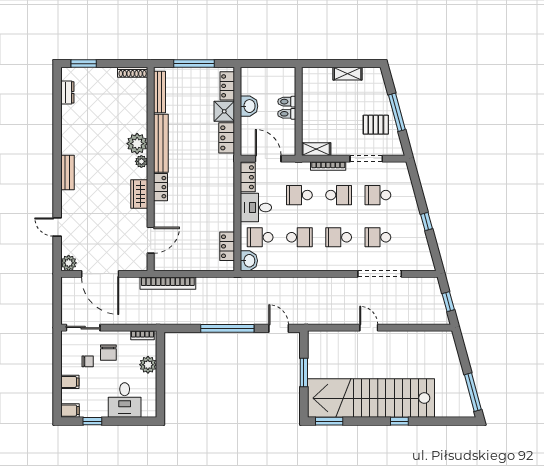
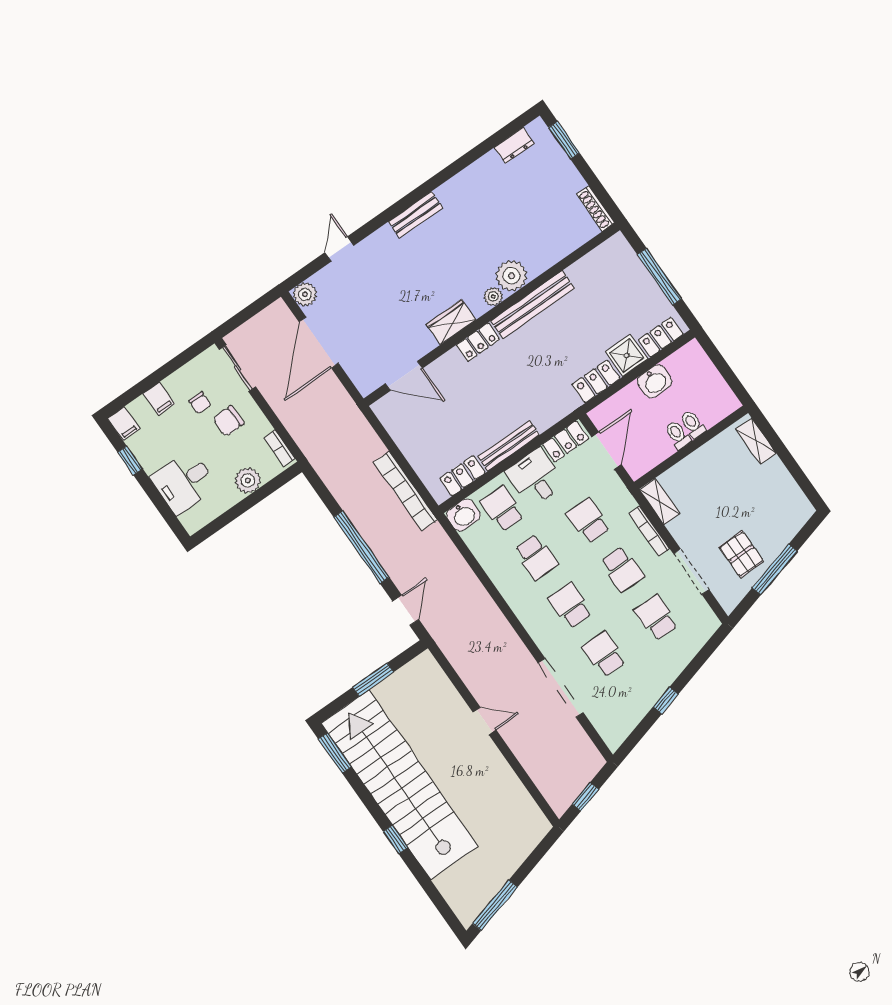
shelving: (348, 74) -> (756, 441), moved
bench: (159, 92) -> (509, 446), moved
bookcase: (168, 283) -> (406, 491), moved
door: (369, 328) -> (485, 721), hinge flipped

